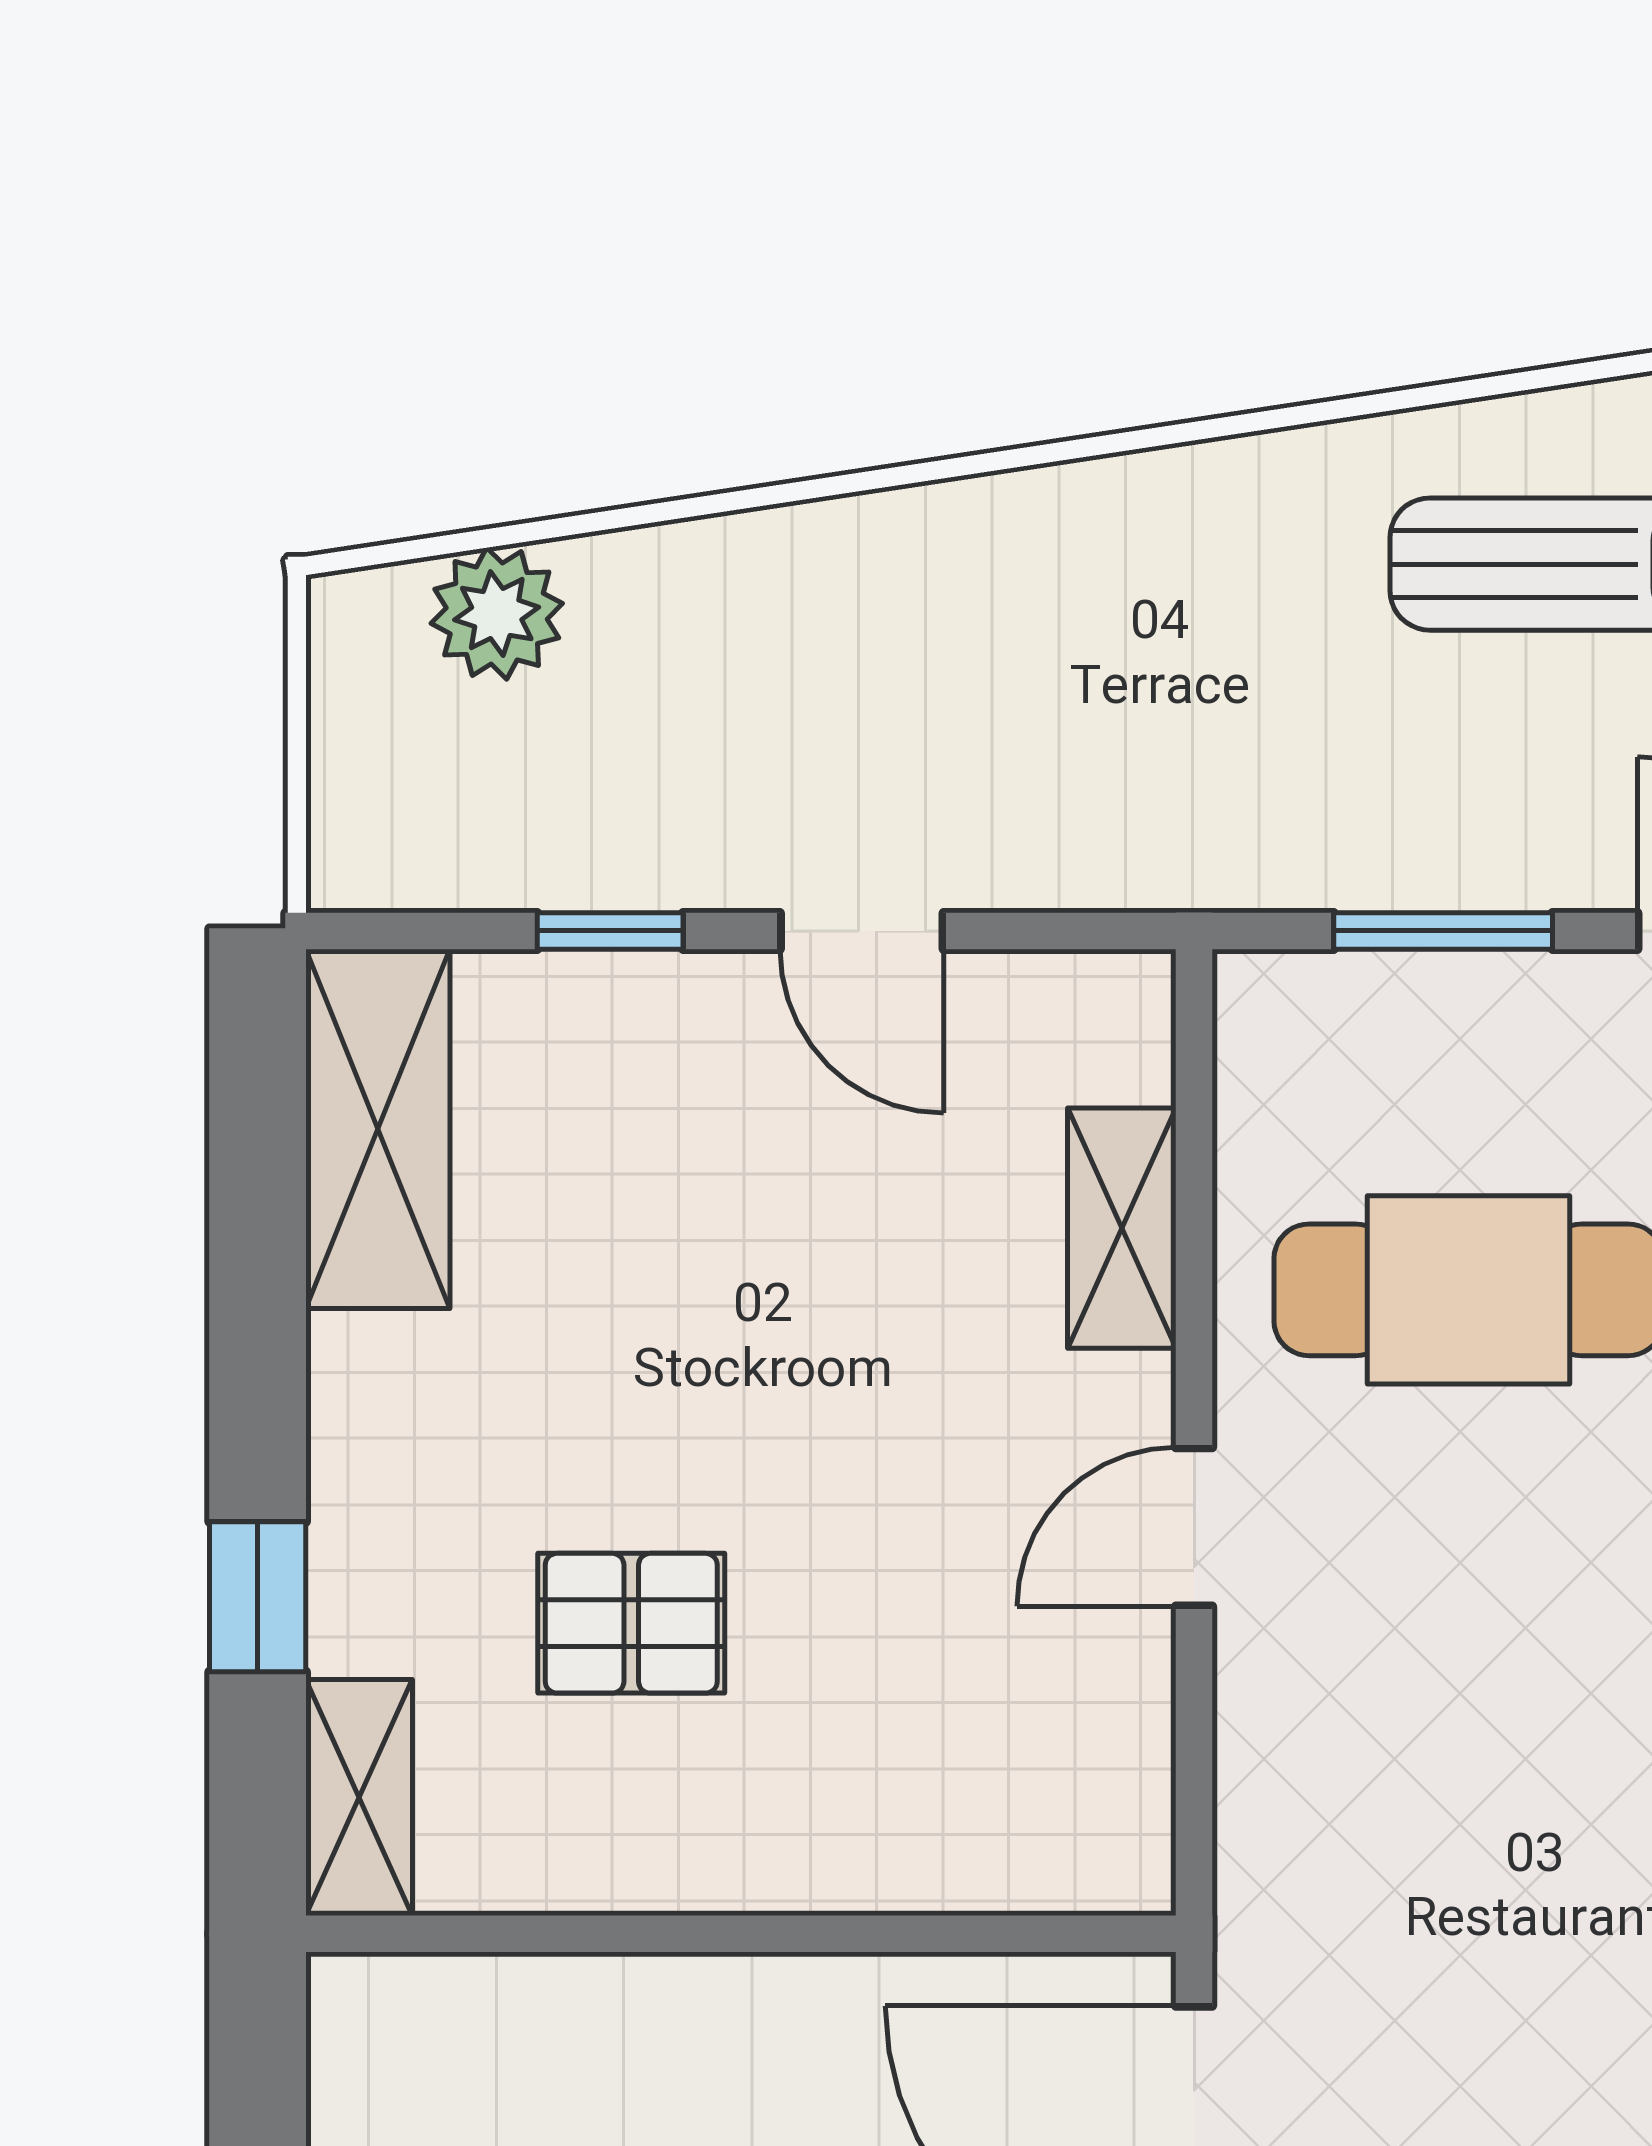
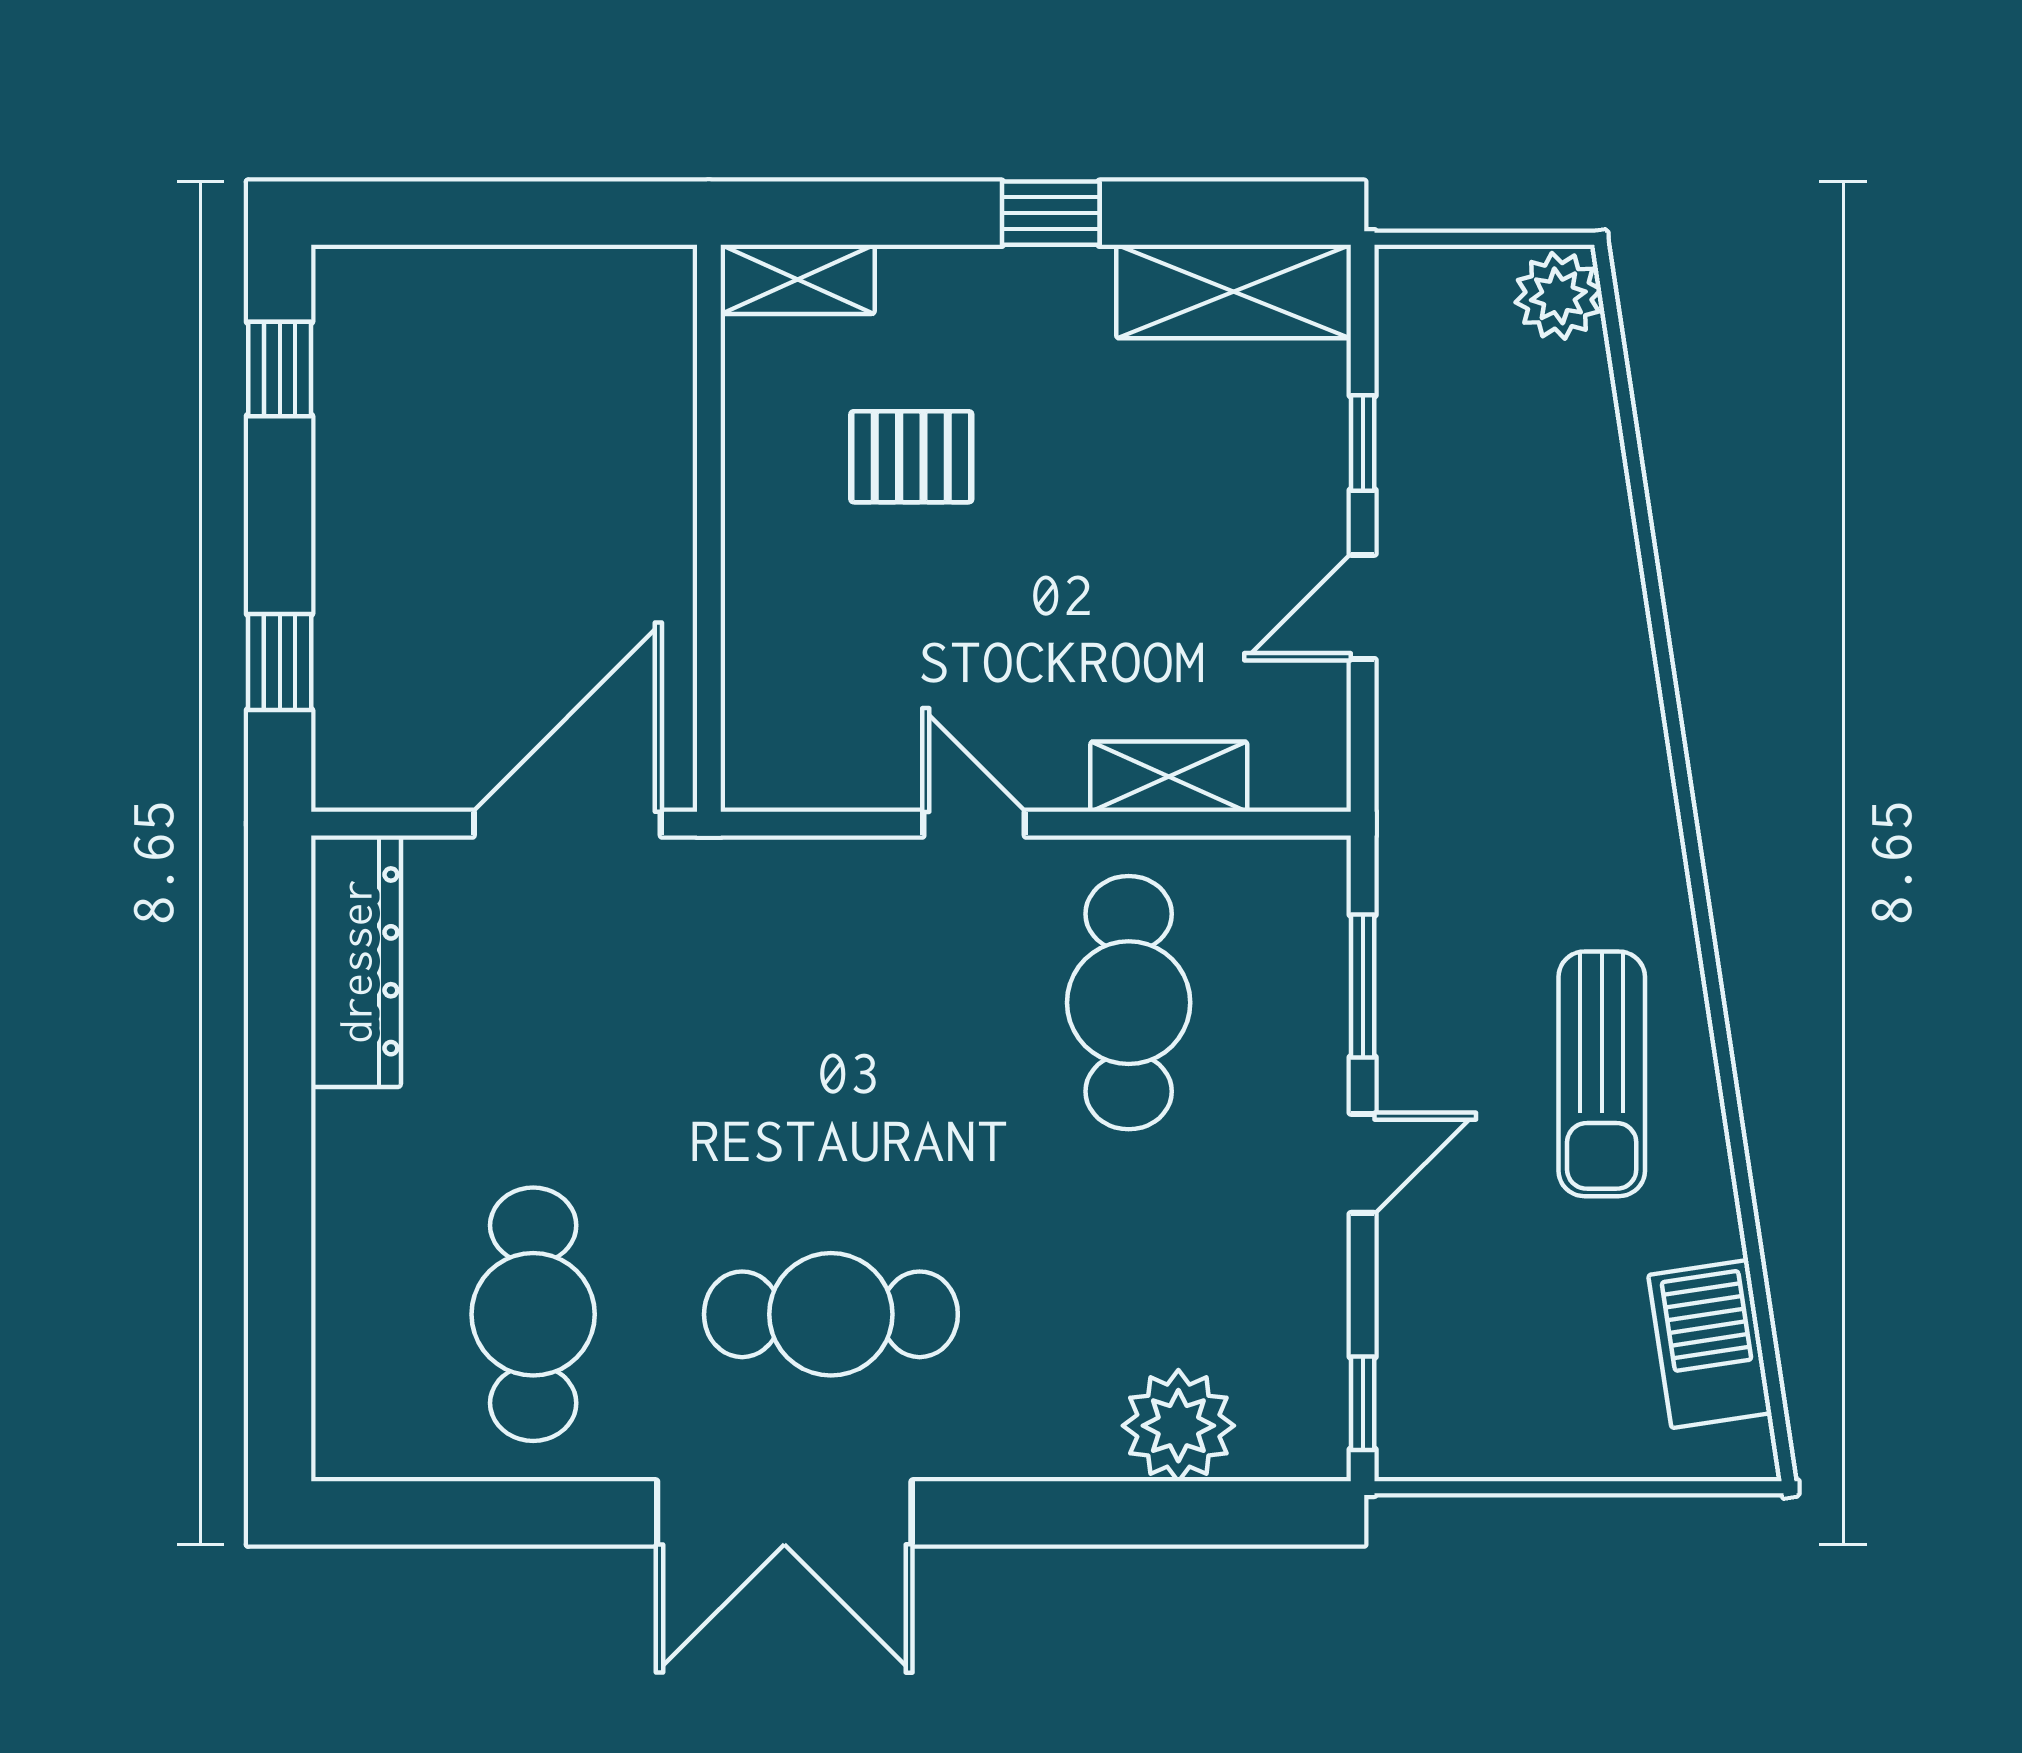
plant: (497, 613) -> (1558, 296), moved
window: (258, 1597) -> (1051, 213), moved
pallet: (631, 1623) -> (911, 457), turned 90

